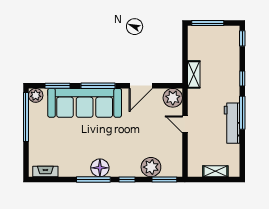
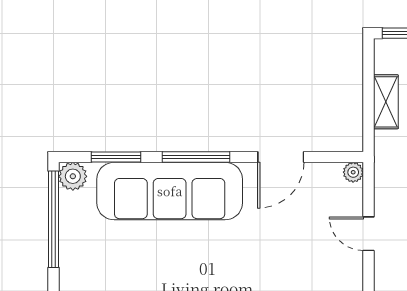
shelving: (194, 74) -> (386, 102), moved
plant: (173, 98) -> (353, 172), width x0.53, depth x0.53

